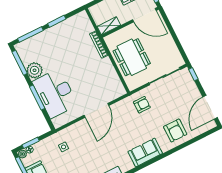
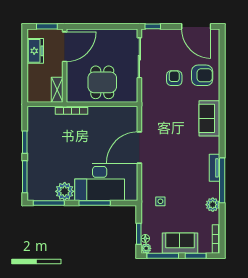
dining table: (132, 57) -> (102, 82), width x0.73
armchair: (142, 105) -> (174, 78), moved
door: (96, 110) -> (139, 148), swing flipped

